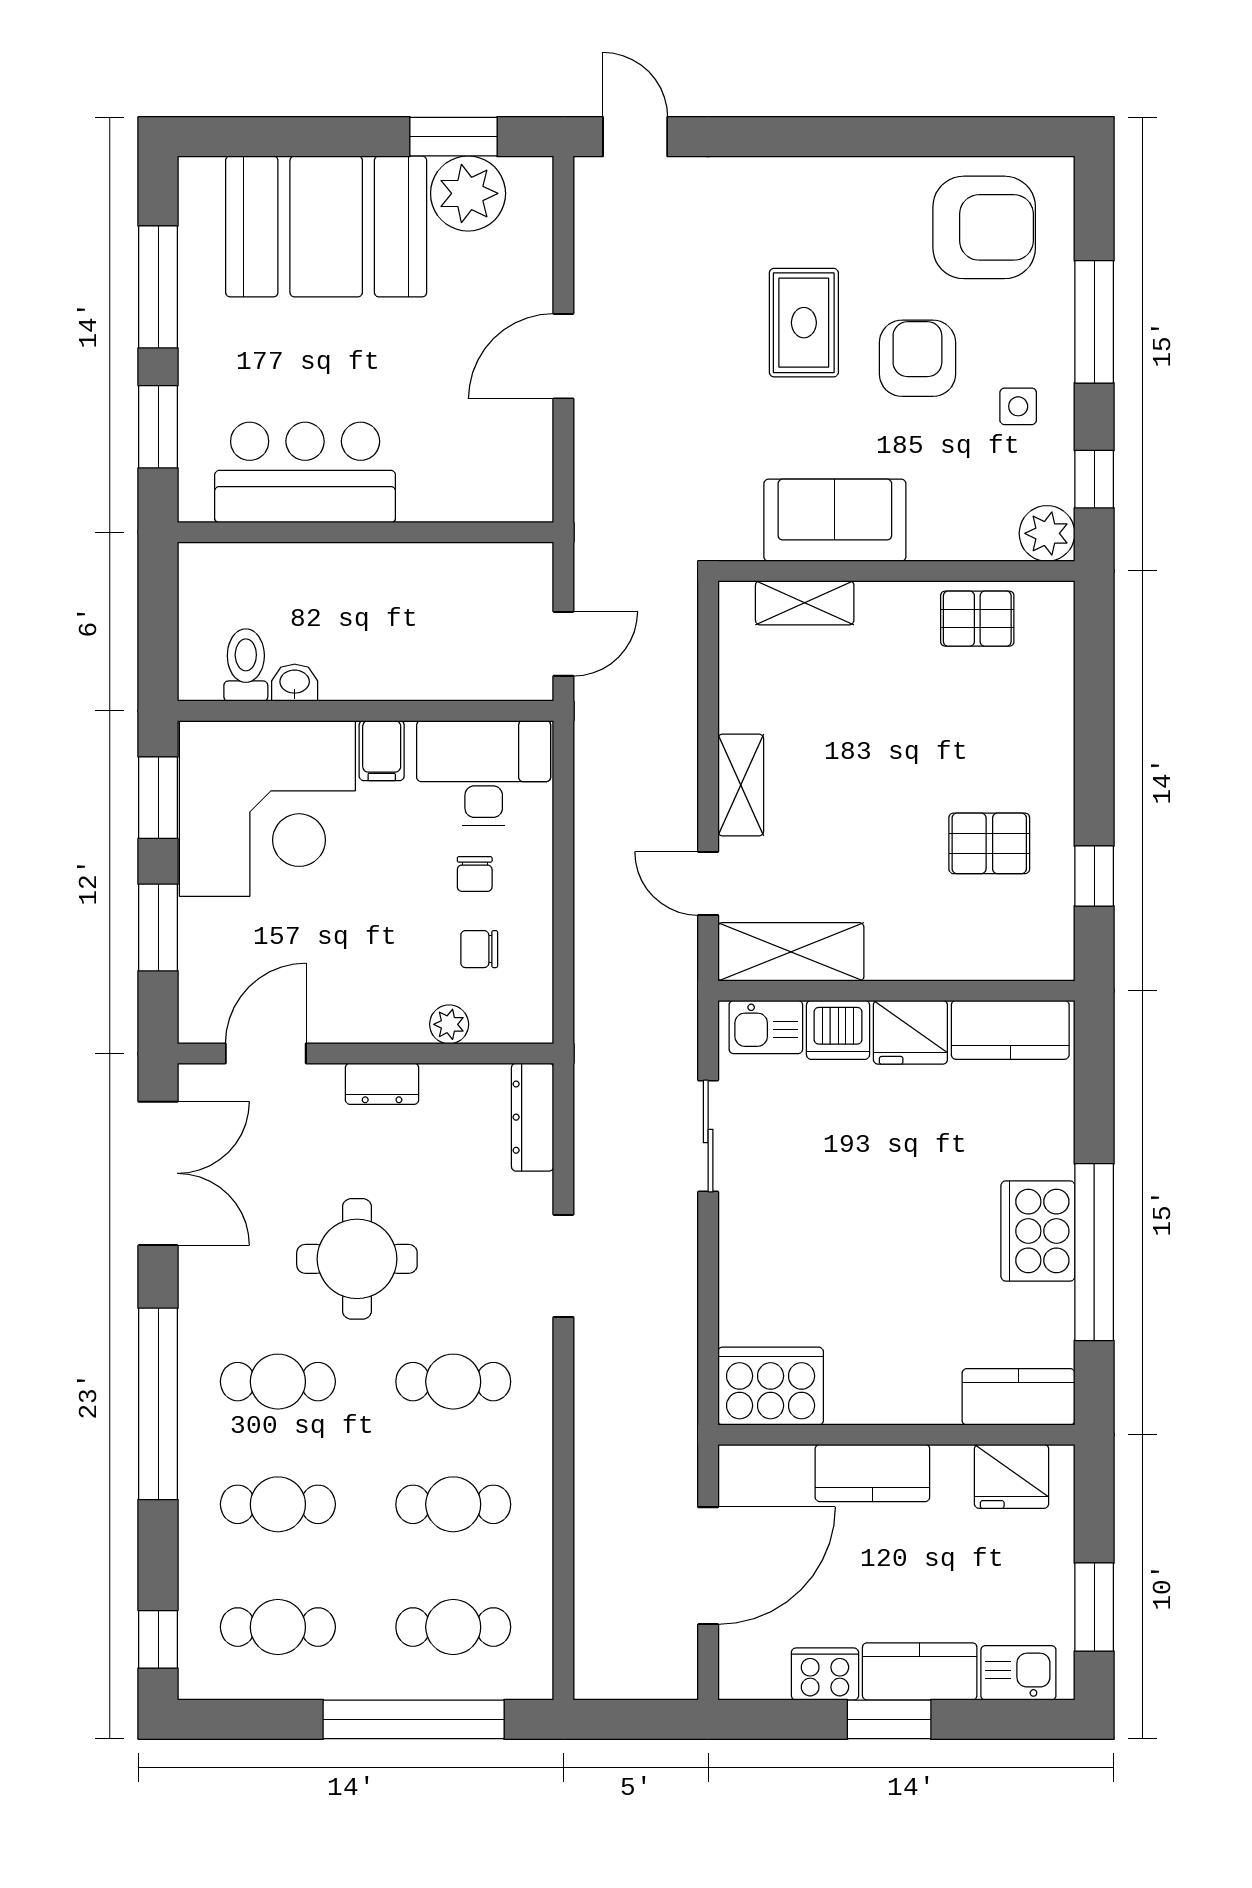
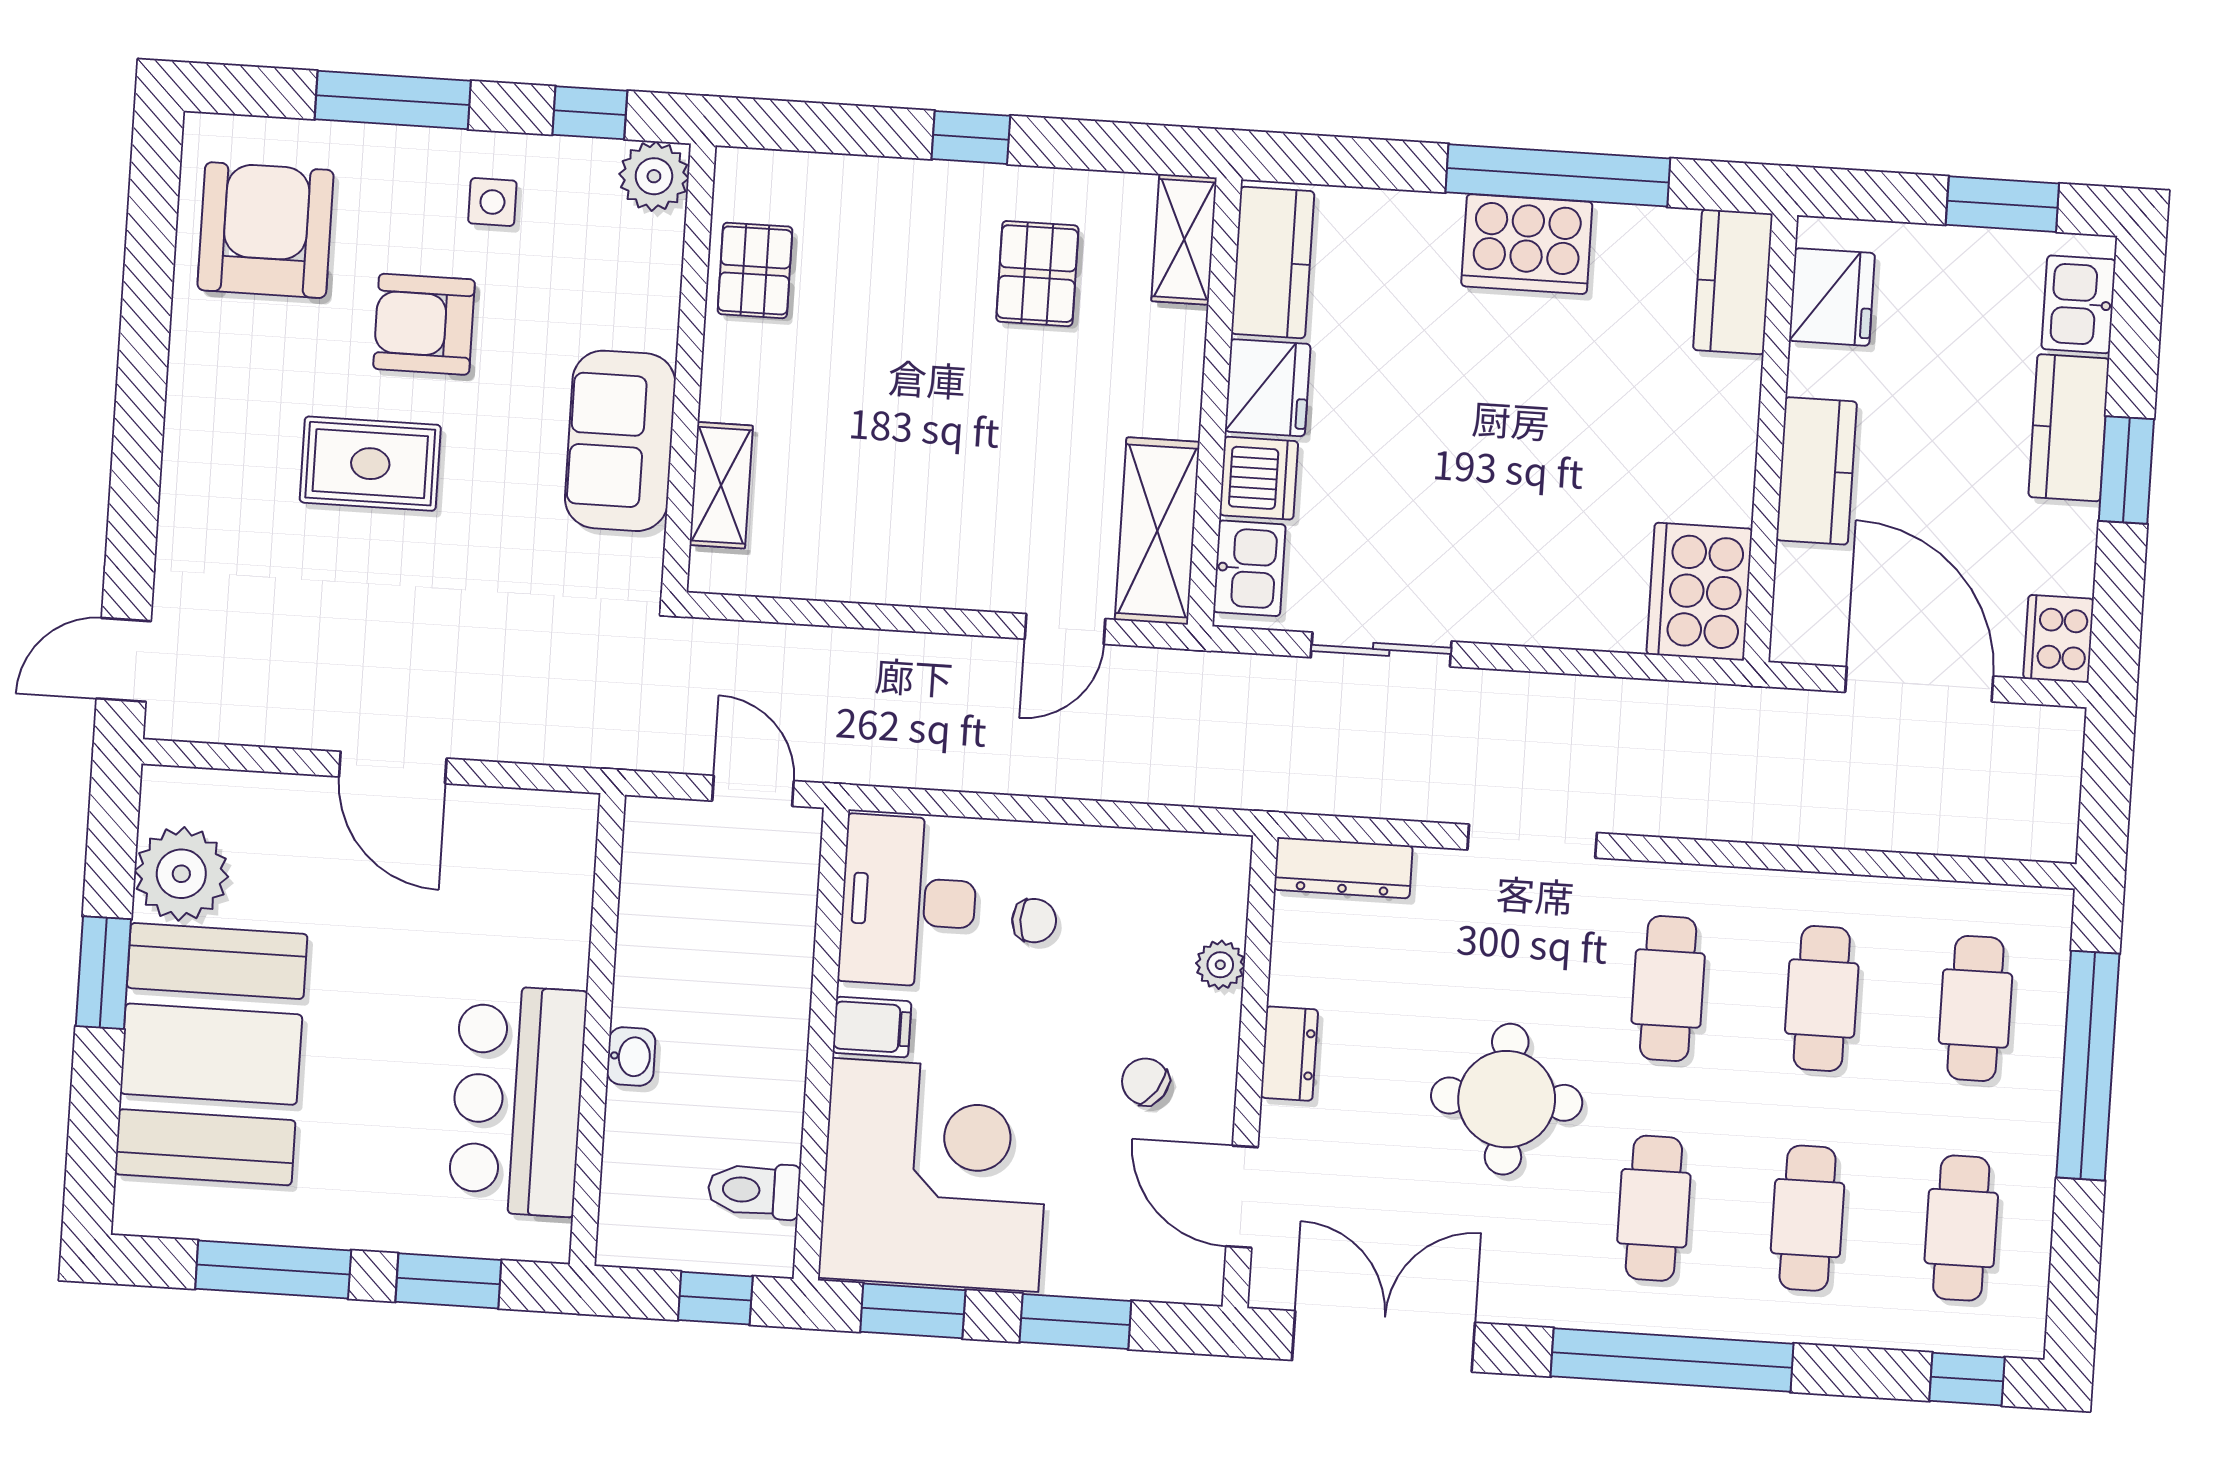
window: (454, 137) -> (103, 973), moved
window: (158, 640) -> (715, 1298), added
washbasin: (295, 683) -> (631, 1057), moved, turned 180
shelving: (741, 785) -> (1184, 239), moved, turned 90
window: (1094, 876) -> (971, 137), moved
chair: (479, 949) -> (1145, 1082), moved, turned 124
cooker: (825, 1674) -> (2058, 639), moved

